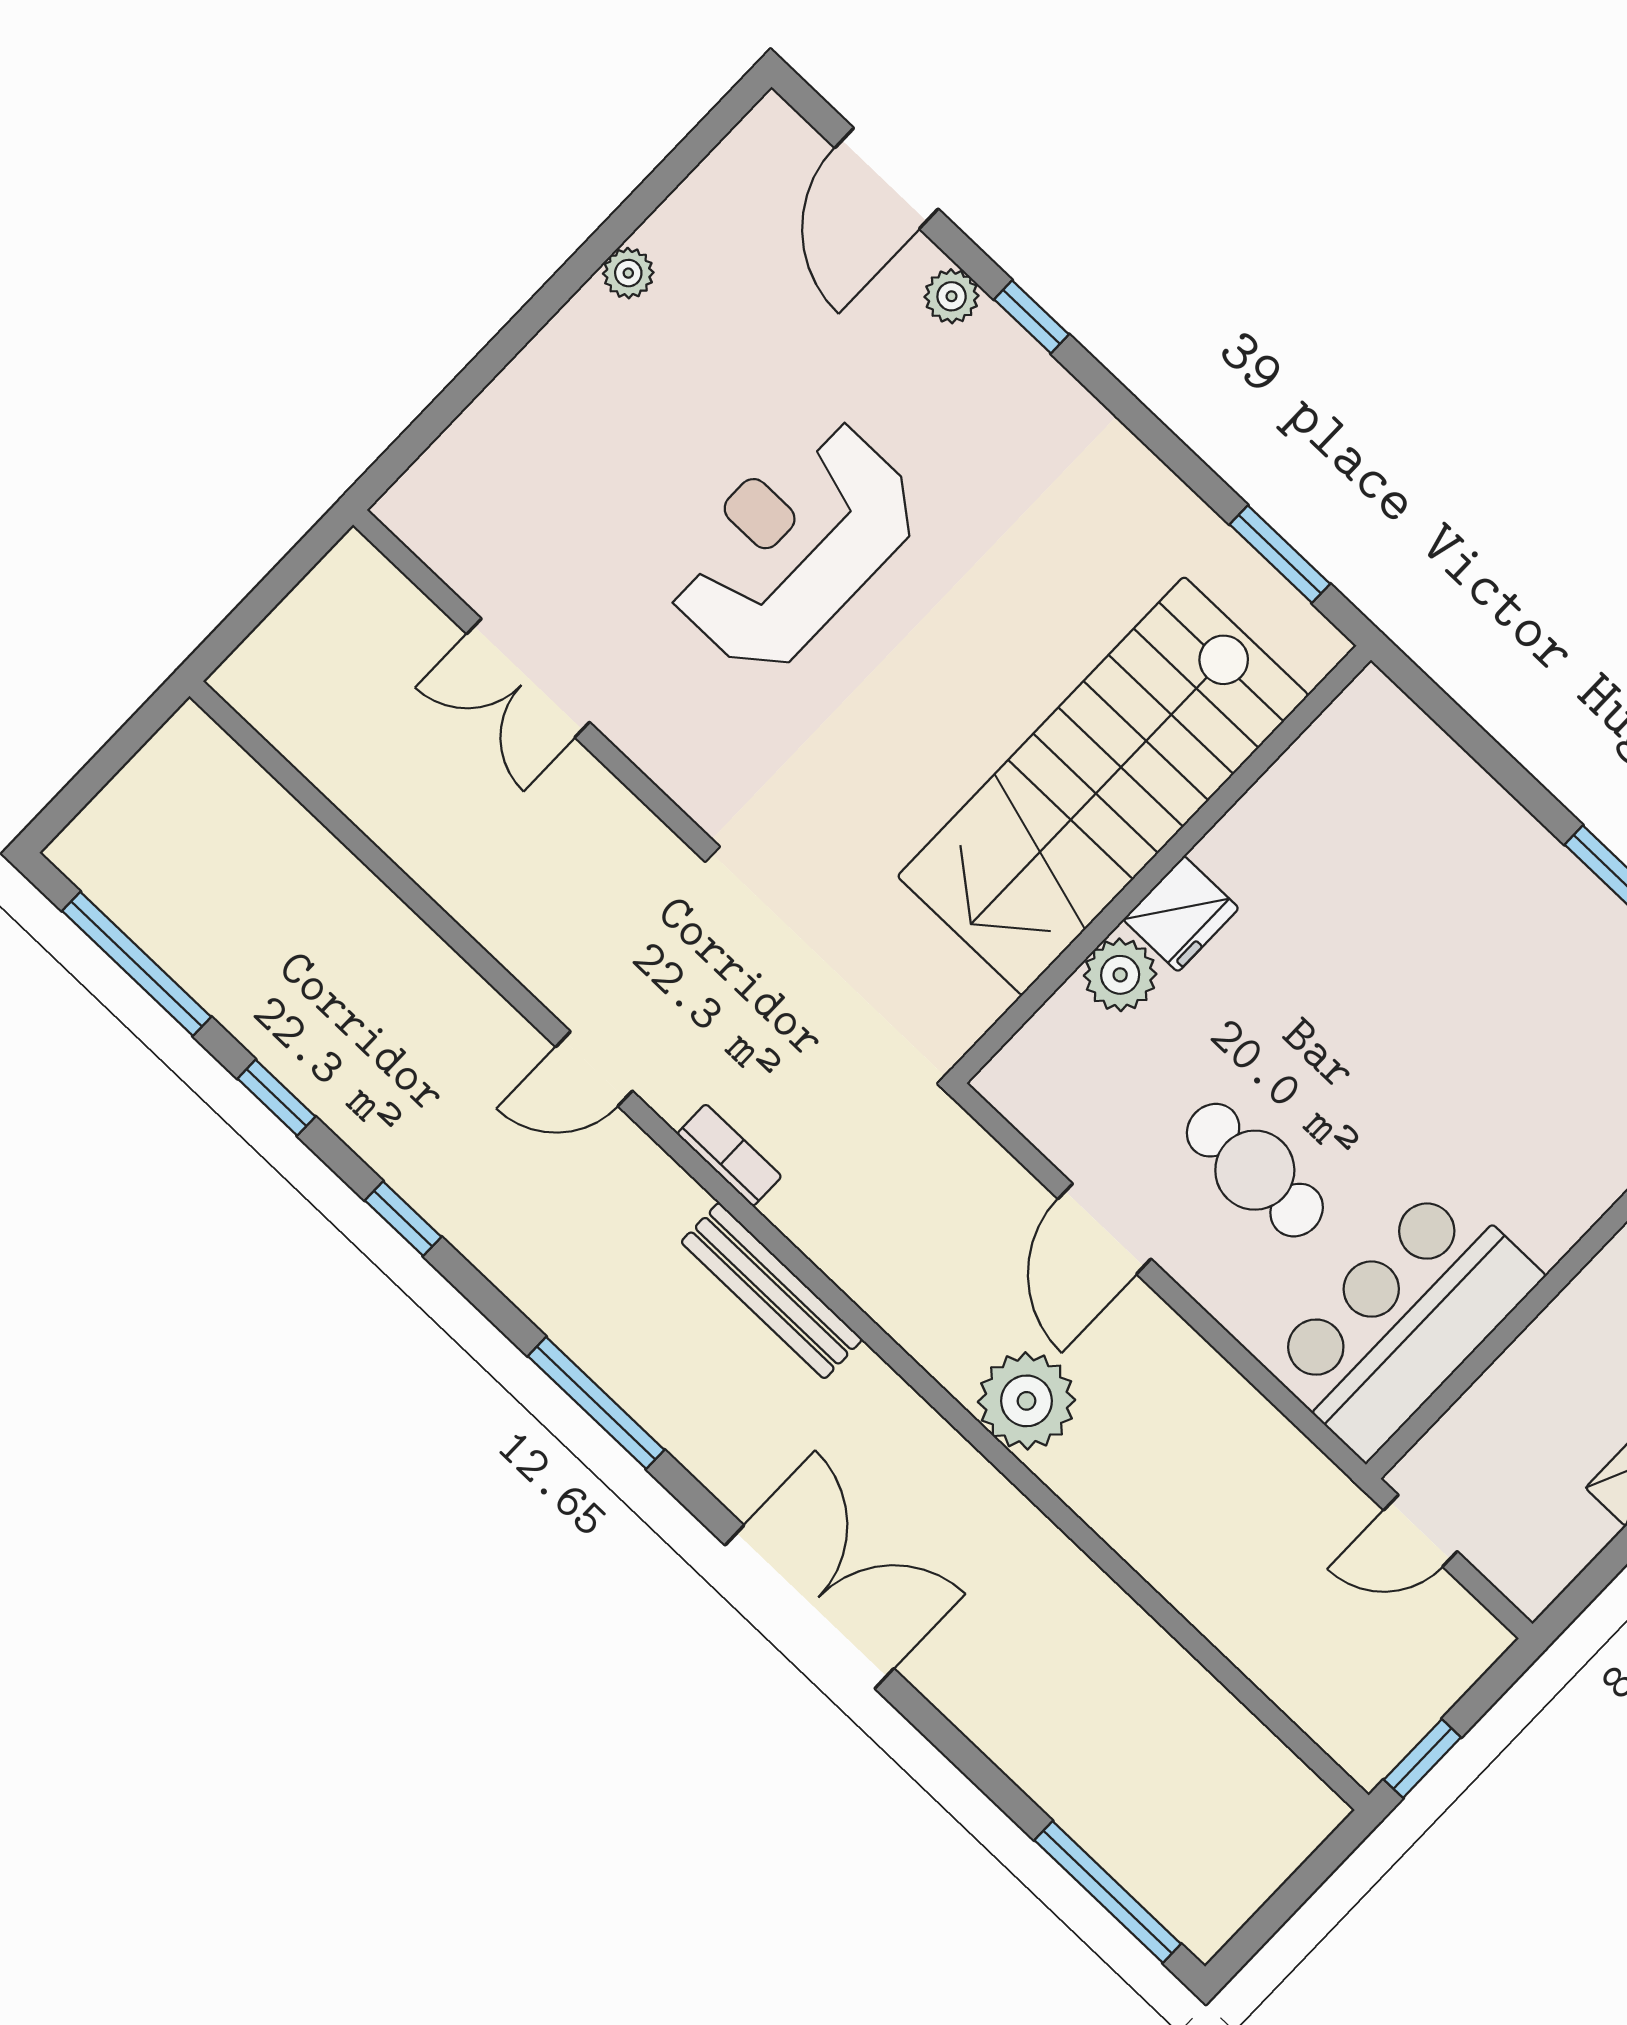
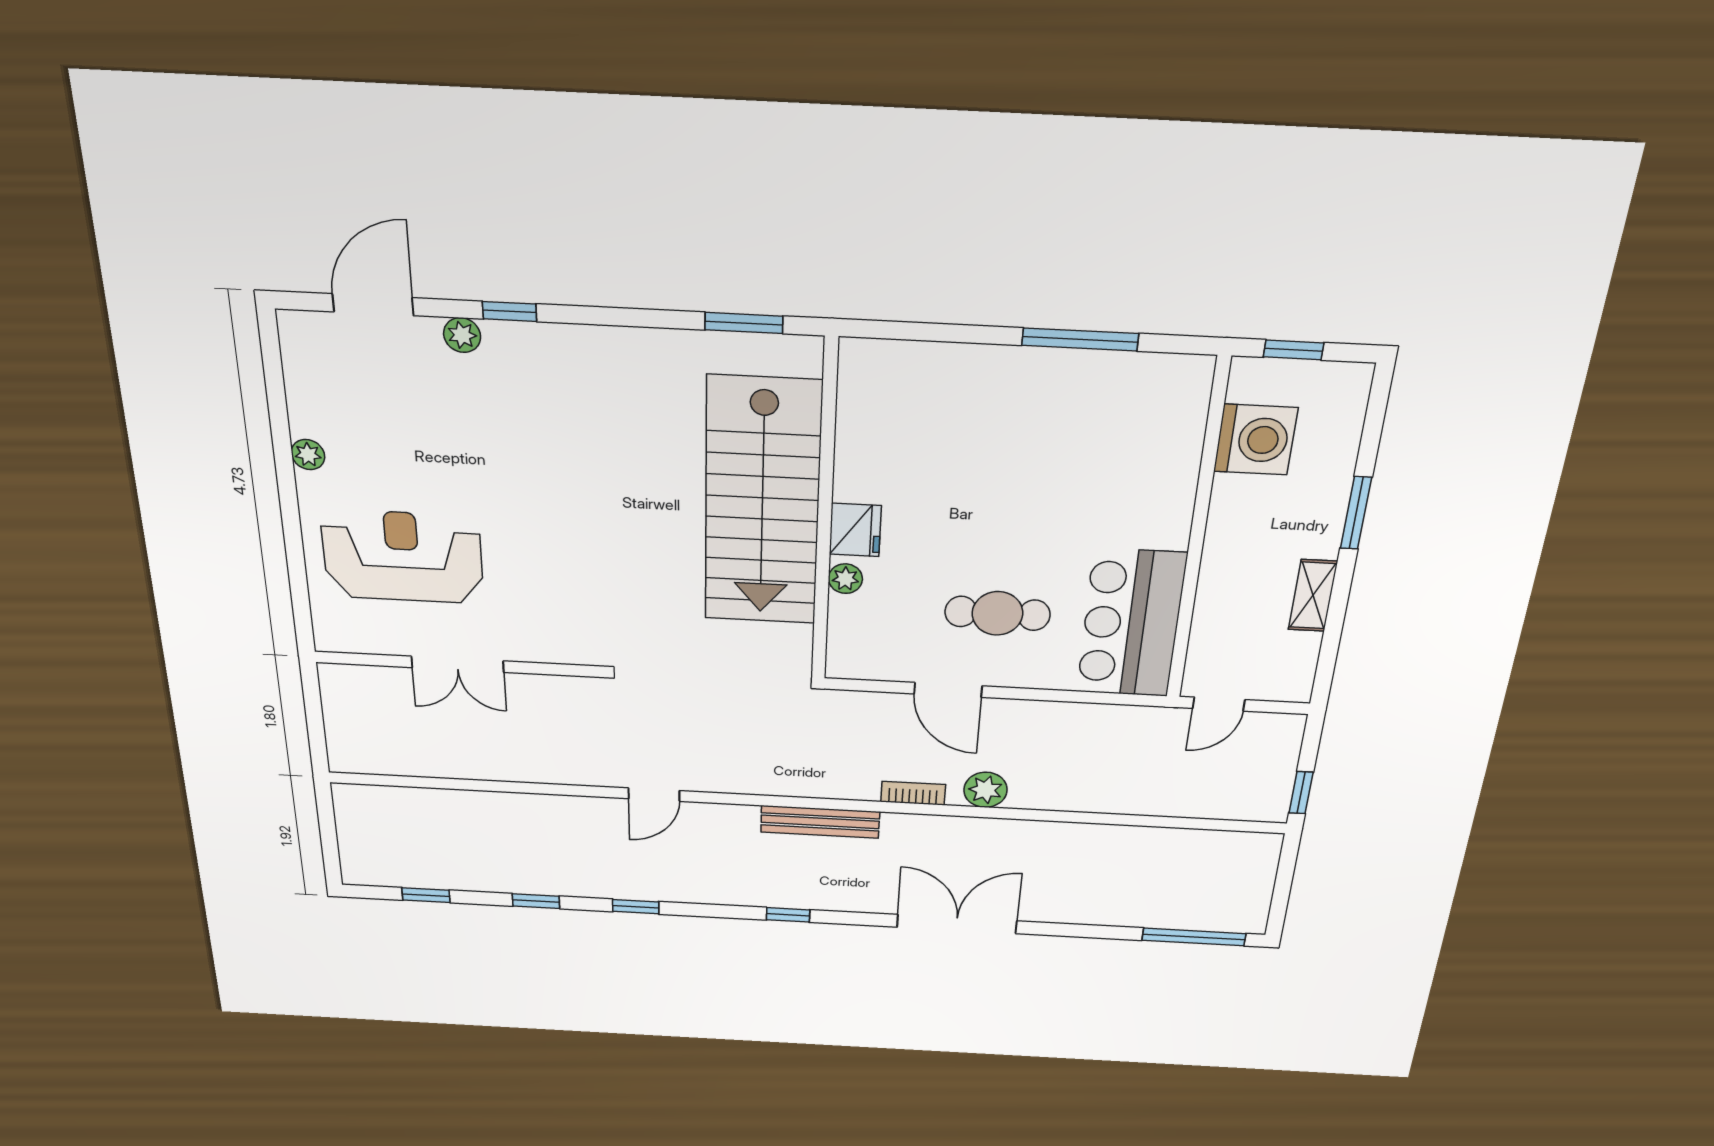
door: (886, 178) -> (373, 305), swing flipped
reception desk: (792, 545) -> (403, 557), moved, turned 90
window: (137, 964) -> (426, 895), width x0.46
plant: (1120, 975) -> (845, 579), width x0.73, depth x0.73
bookcase: (729, 1155) -> (913, 793), moved
plant: (1027, 1401) -> (985, 790), width x0.73, depth x0.73
window: (596, 1403) -> (788, 915), width x0.46

